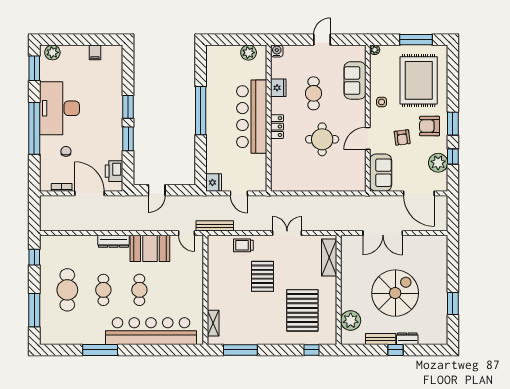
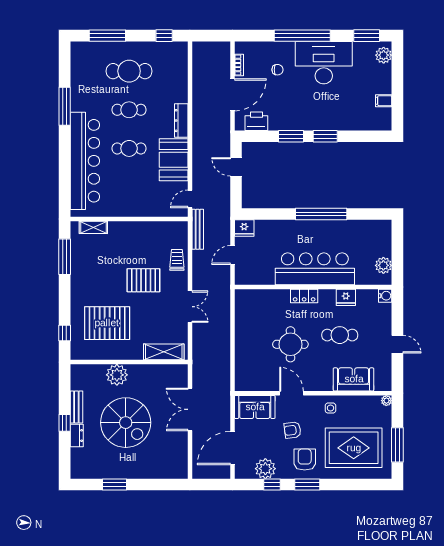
plant: (351, 321) -> (117, 375), moved

